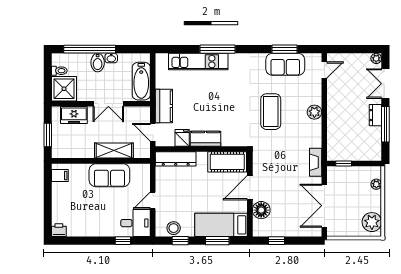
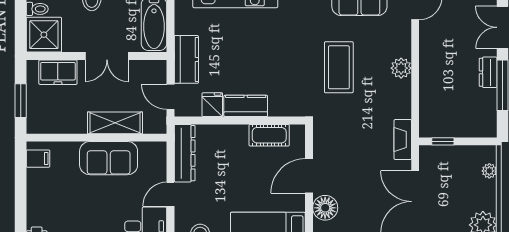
dresser: (176, 159) -> (185, 153), moved, turned -90
cot: (227, 162) -> (269, 135), width x0.73, depth x0.75

